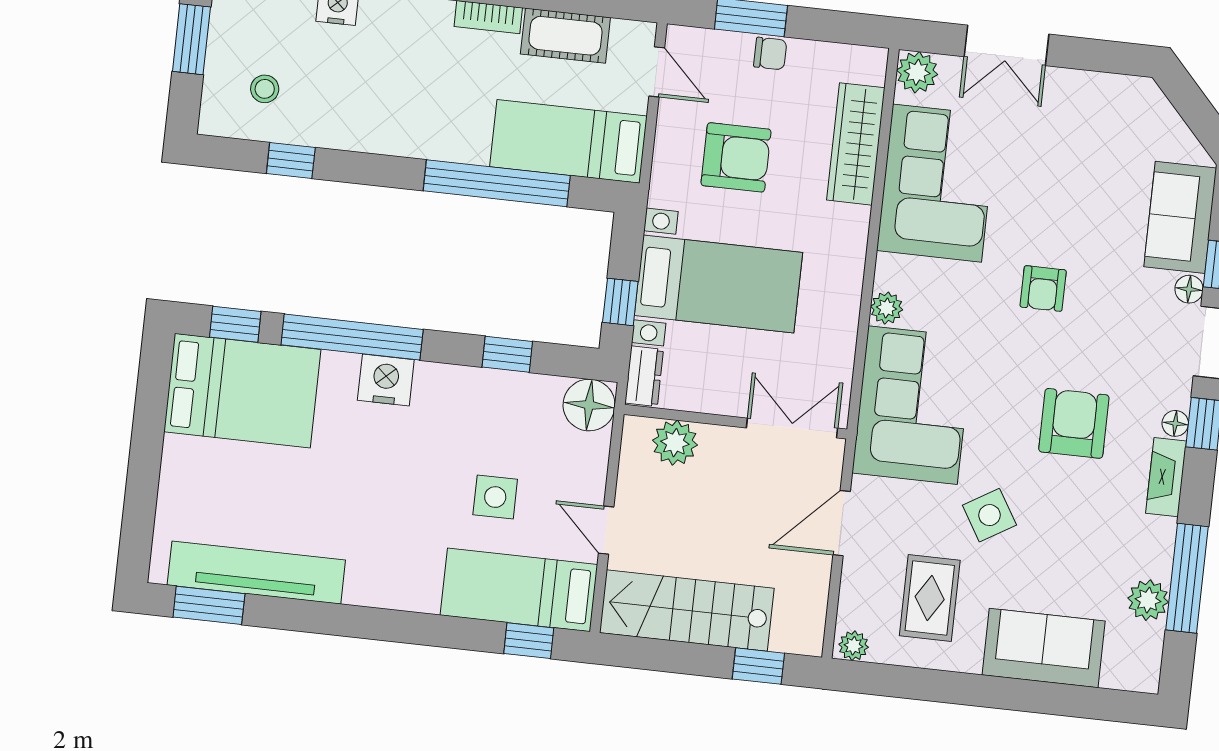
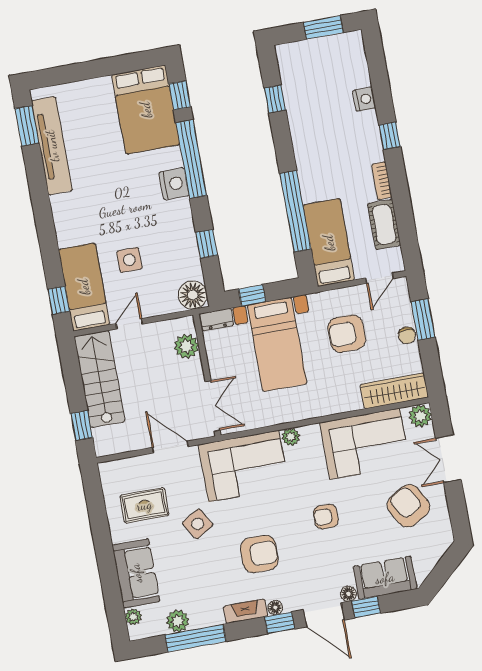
stool: (265, 89) -> (309, 74), removed
armchair: (1067, 139) -> (408, 506), added
wardrobe: (856, 144) -> (394, 391), moved
armchair: (736, 157) -> (347, 334), turned 90
plant: (854, 646) -> (133, 617), moved

